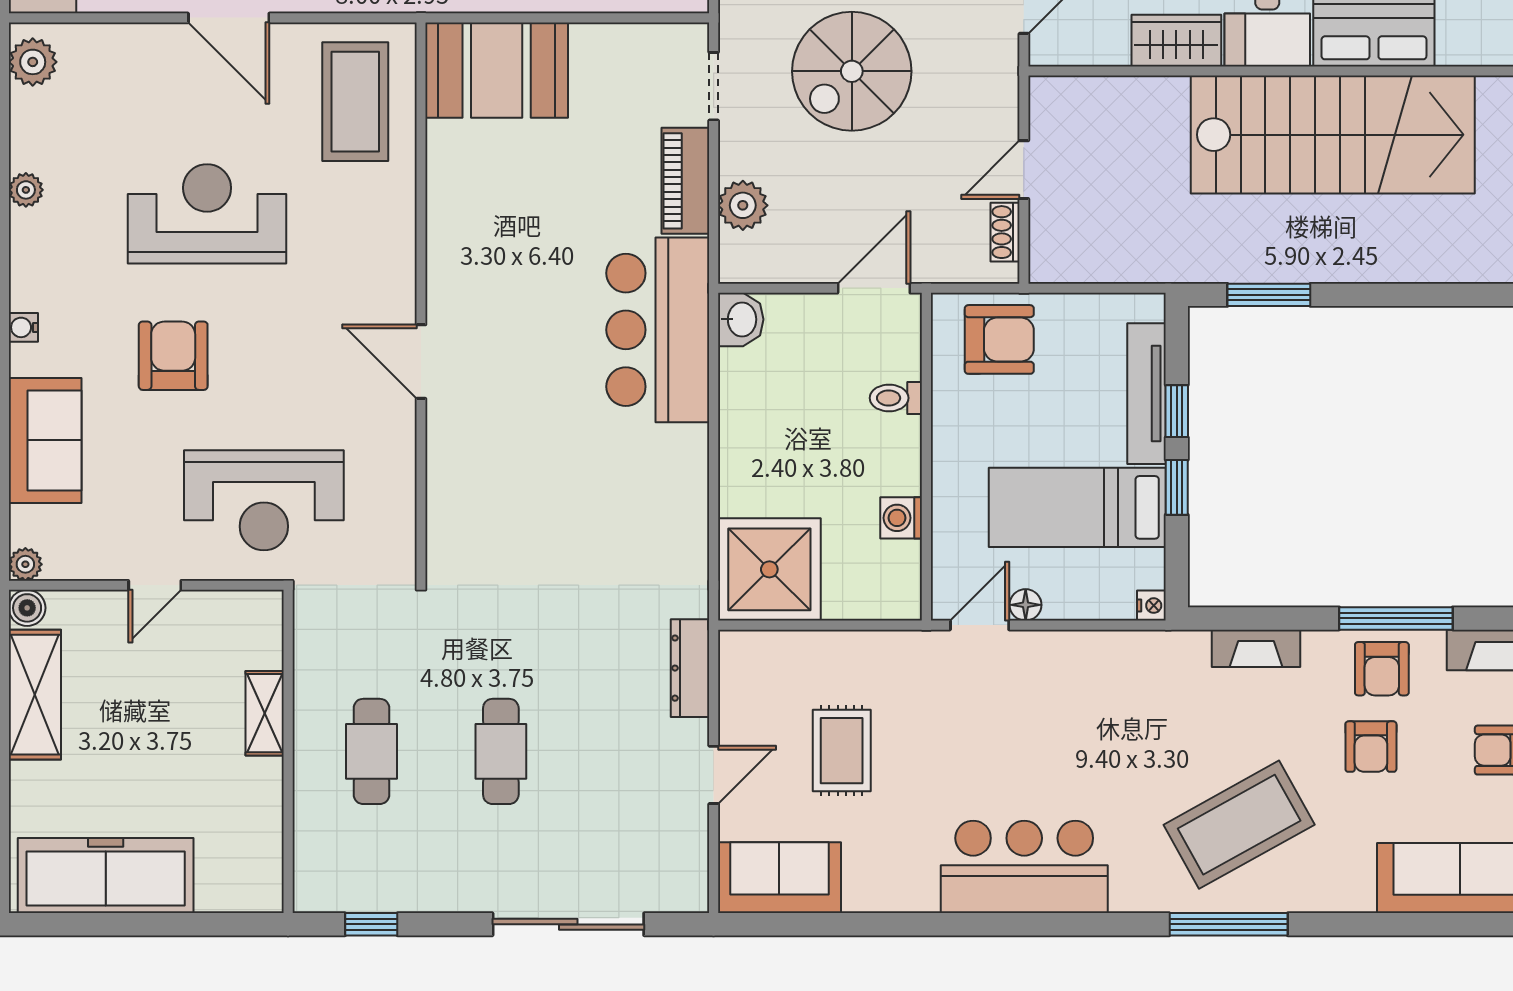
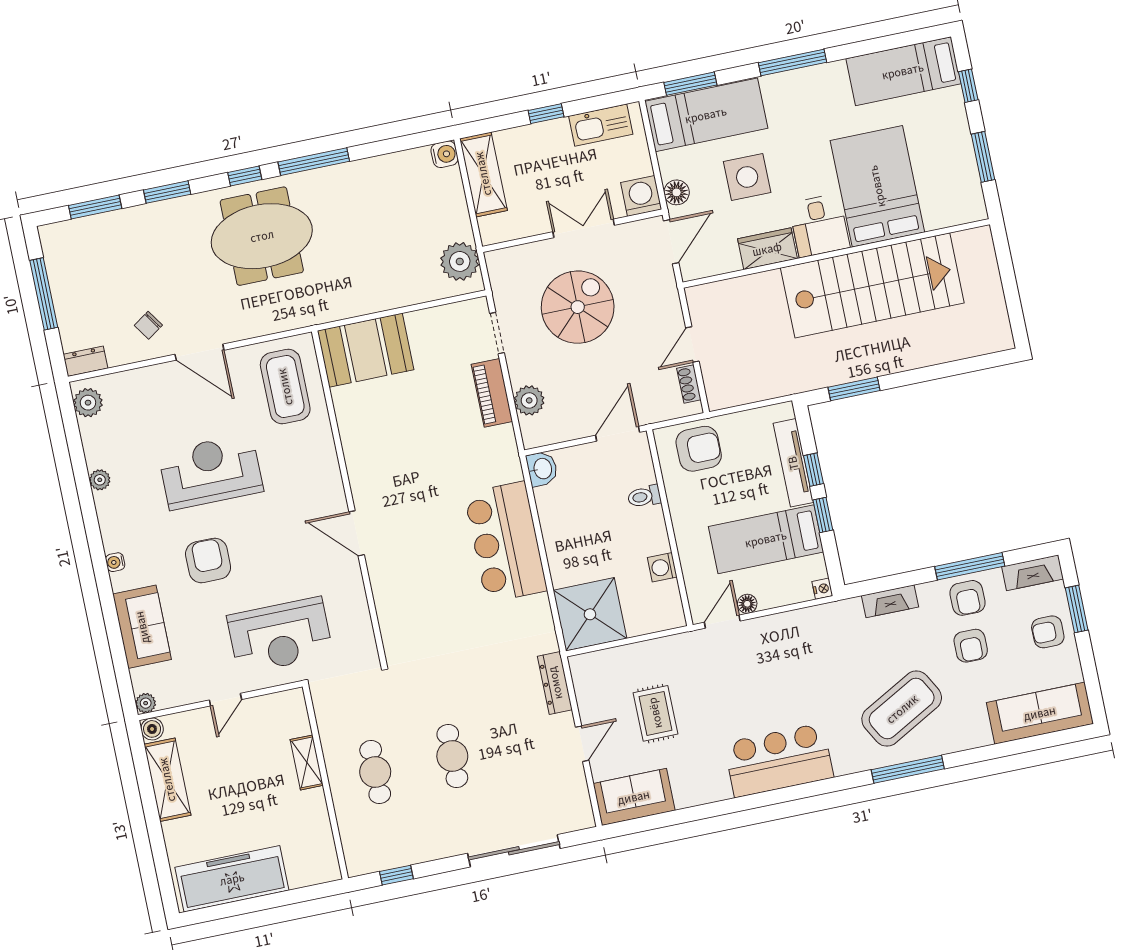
spiral stairs: (852, 71) -> (578, 307), turned 180
bar counter: (658, 330) -> (506, 542), moved

